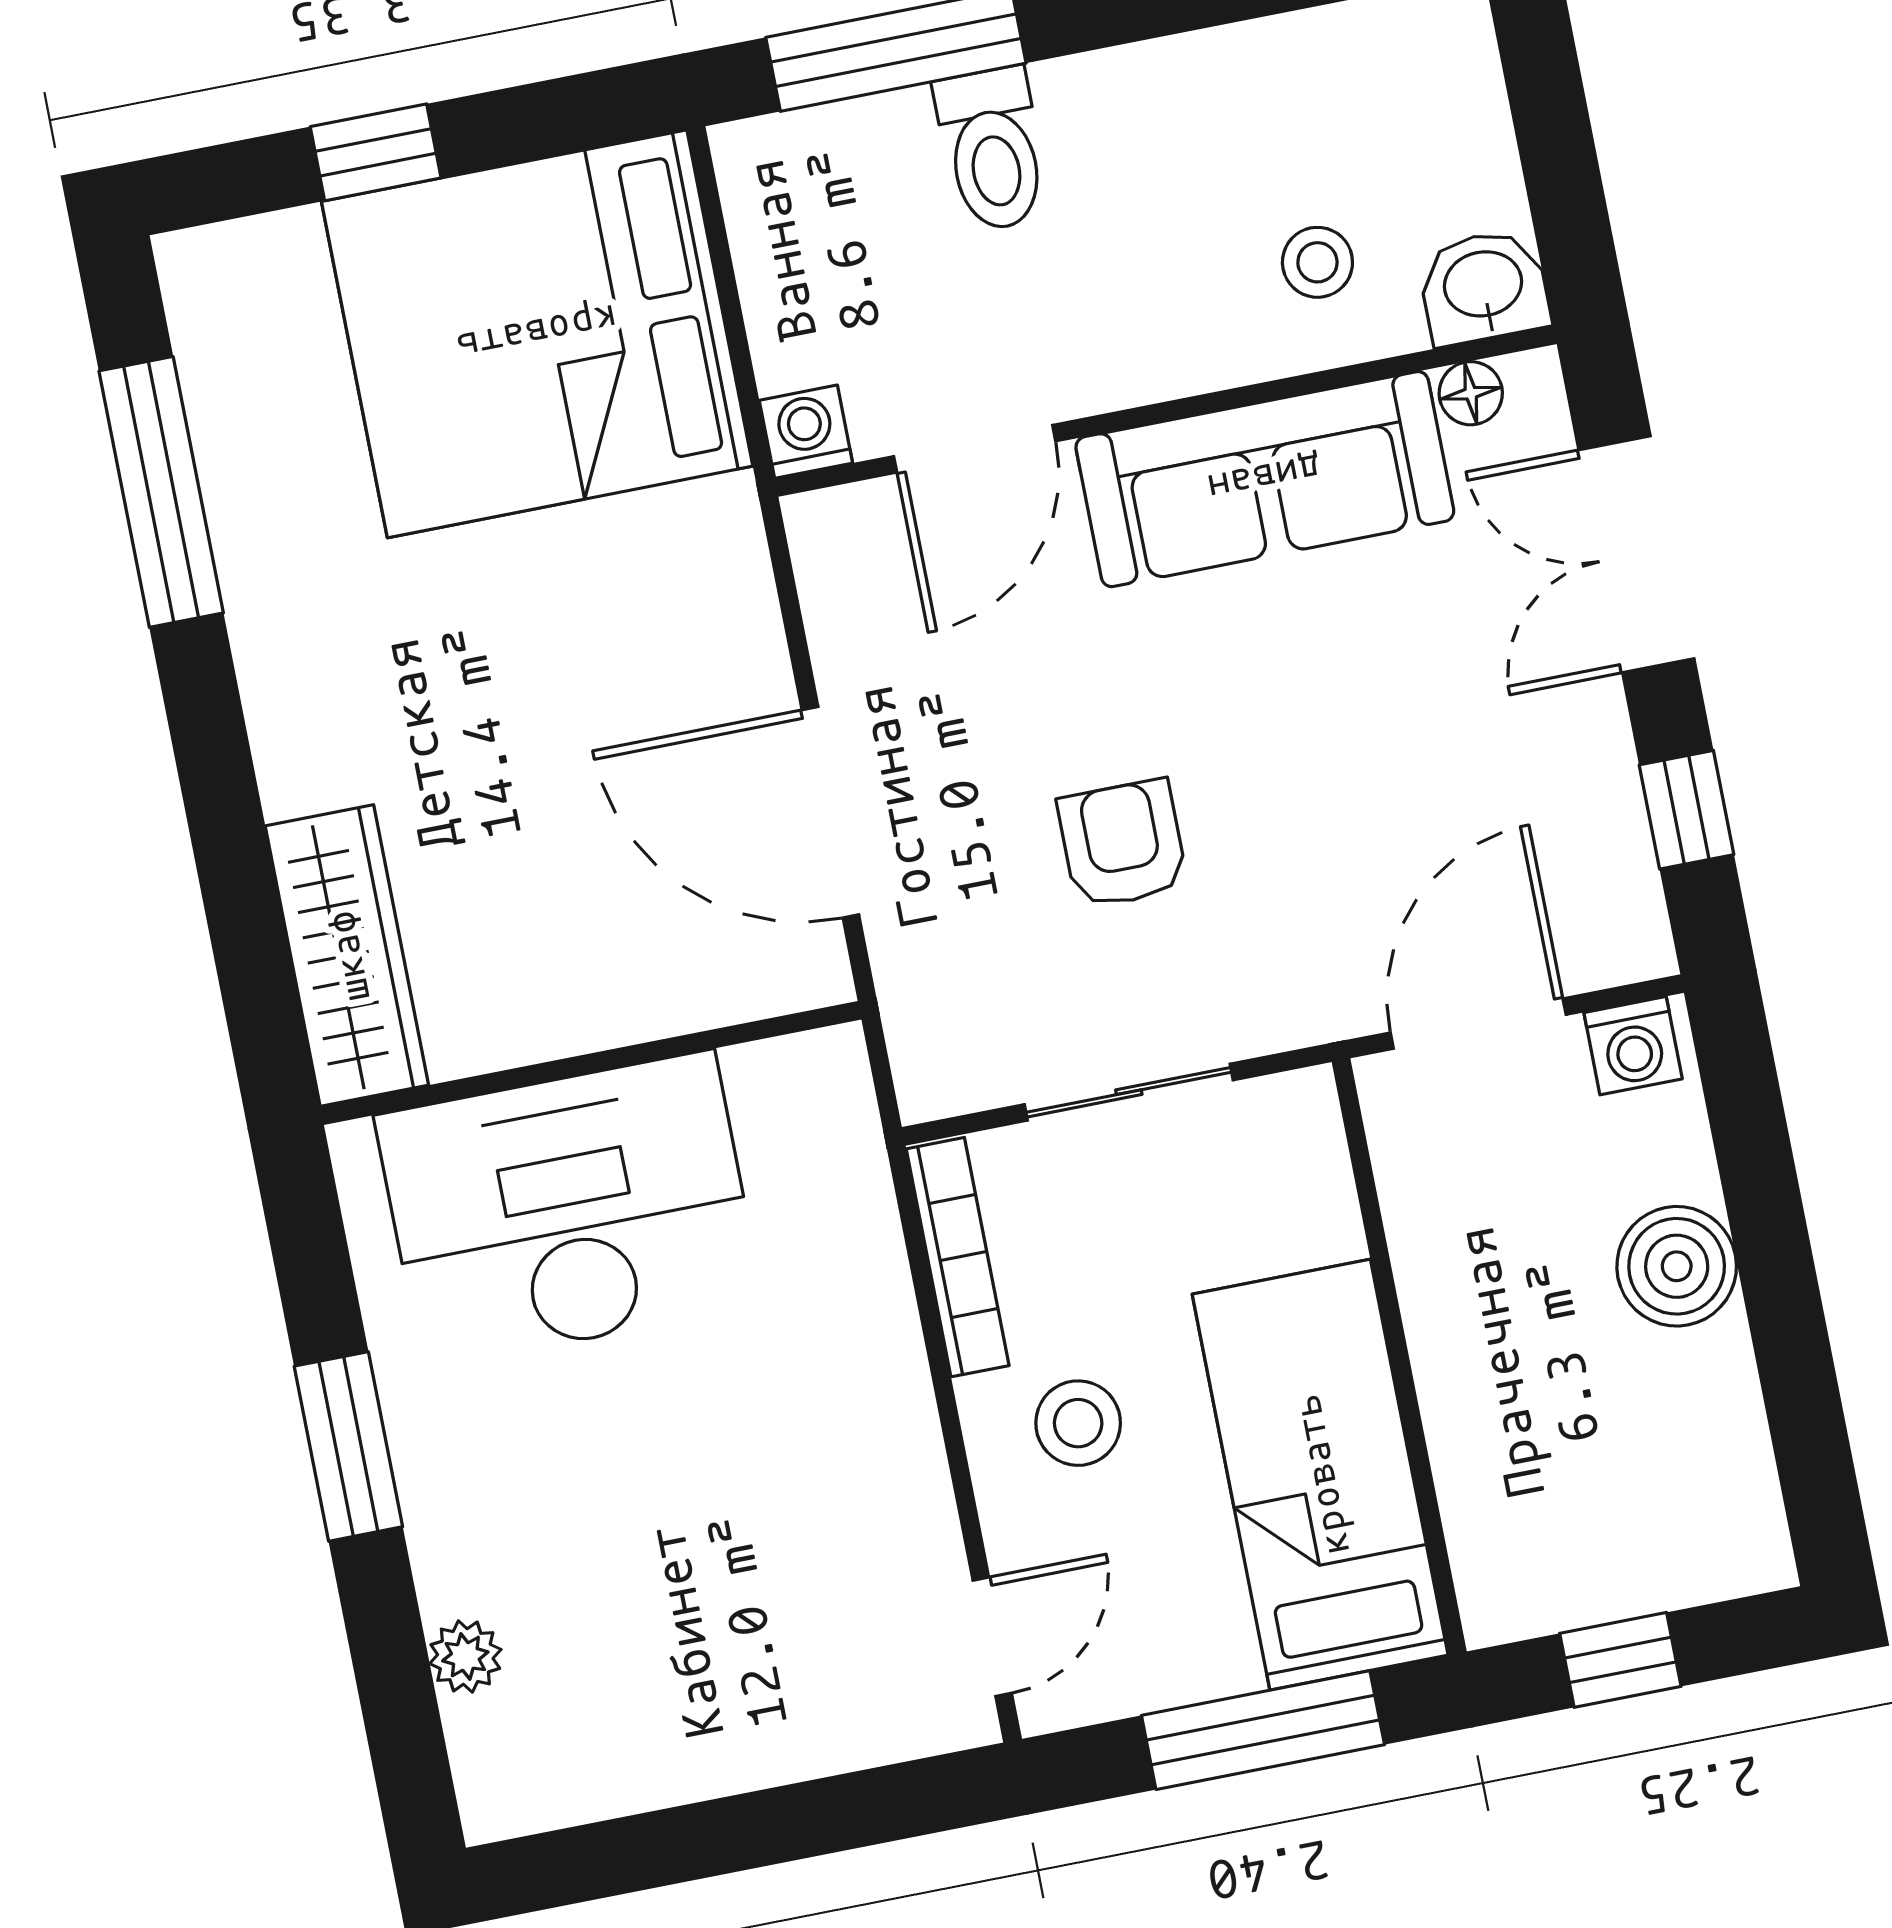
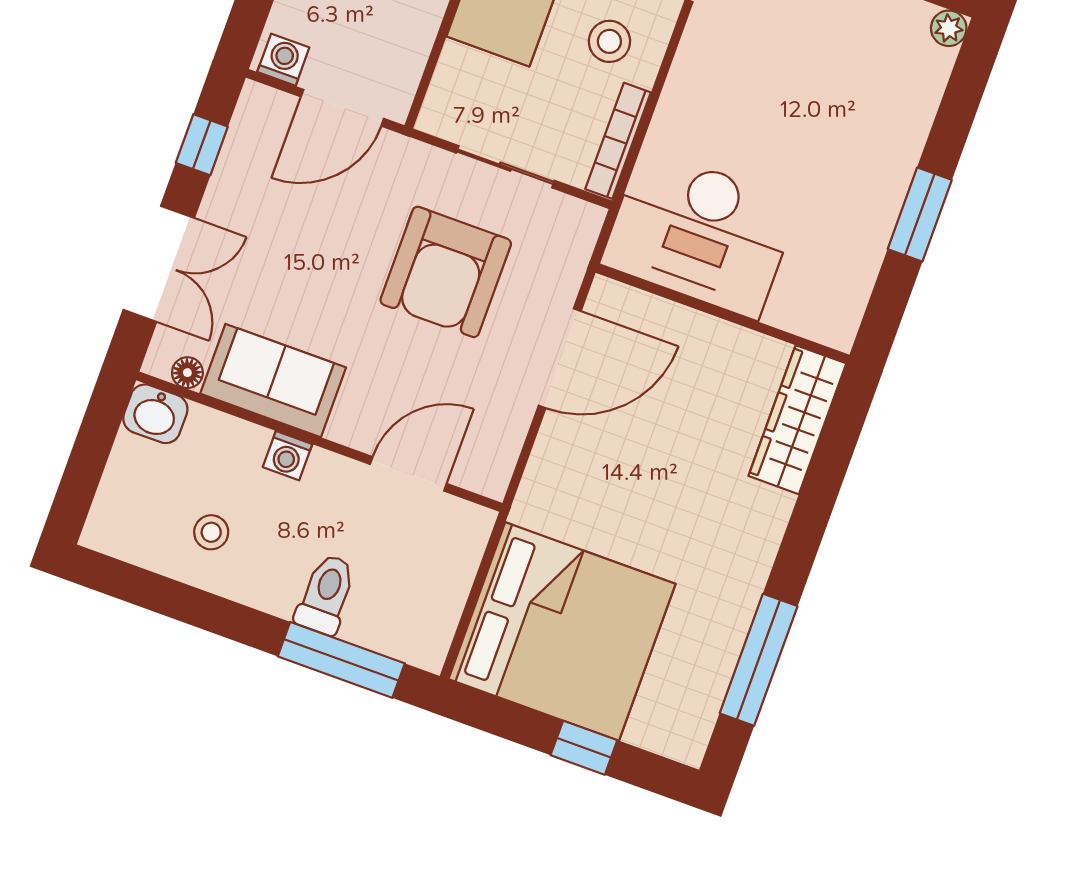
stool: (1317, 262) -> (211, 532), moved
washing machine: (806, 432) -> (288, 456), moved
sofa: (1265, 479) -> (273, 381), width x0.73
door: (830, 812) -> (560, 358), hinge flipped
armchair: (1123, 844) -> (446, 272), width x1.88, depth x1.88
desk: (569, 1210) -> (700, 233), moved
plant: (465, 1656) -> (949, 28), moved

